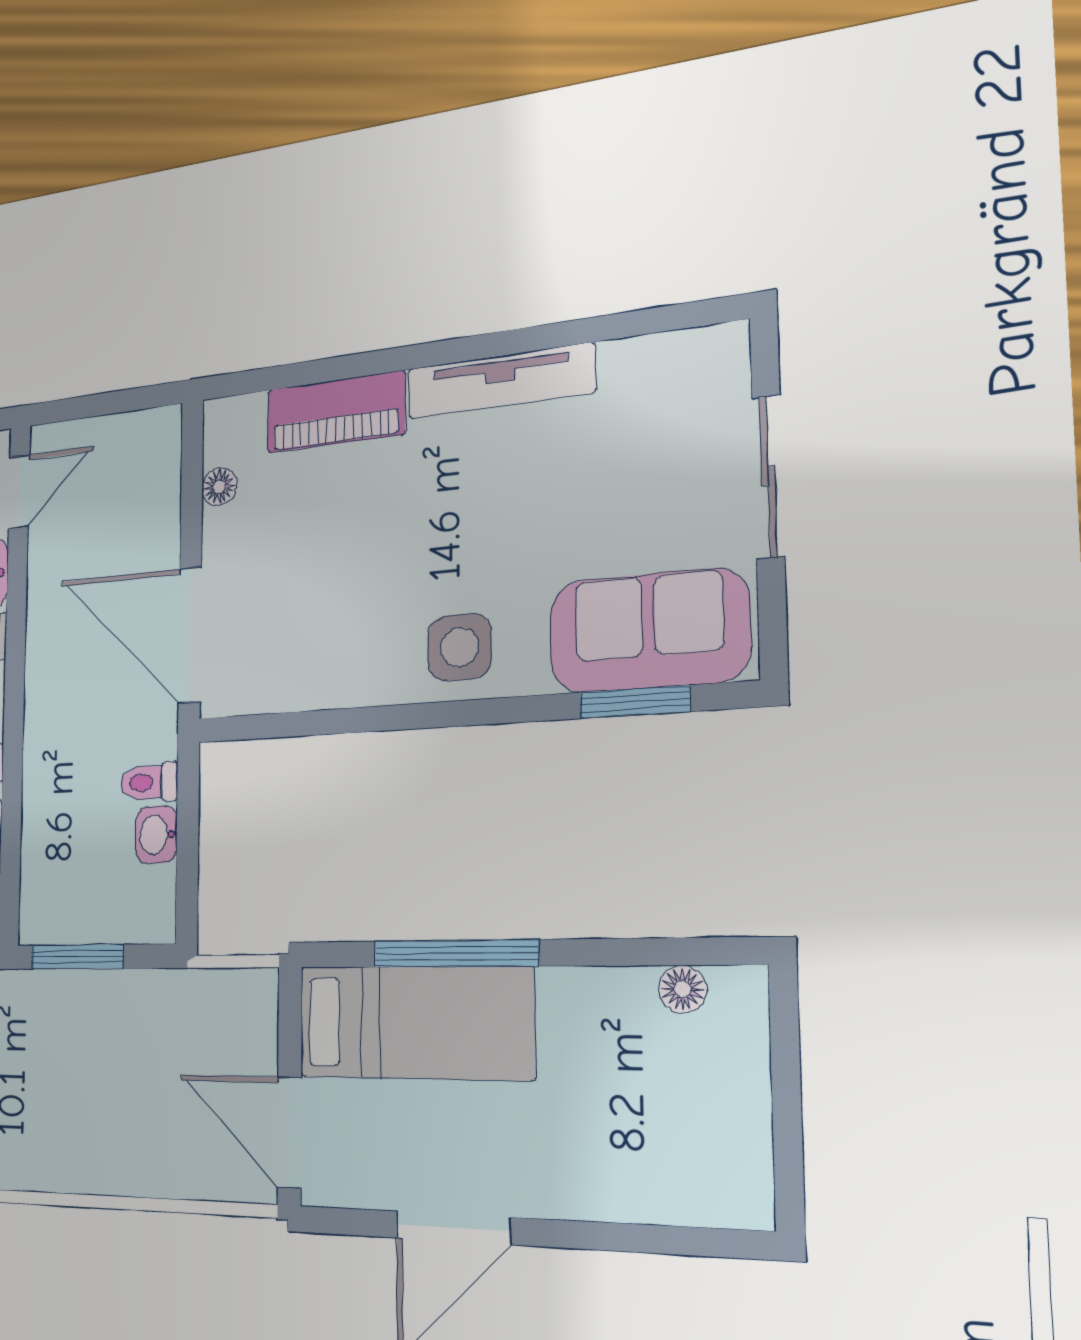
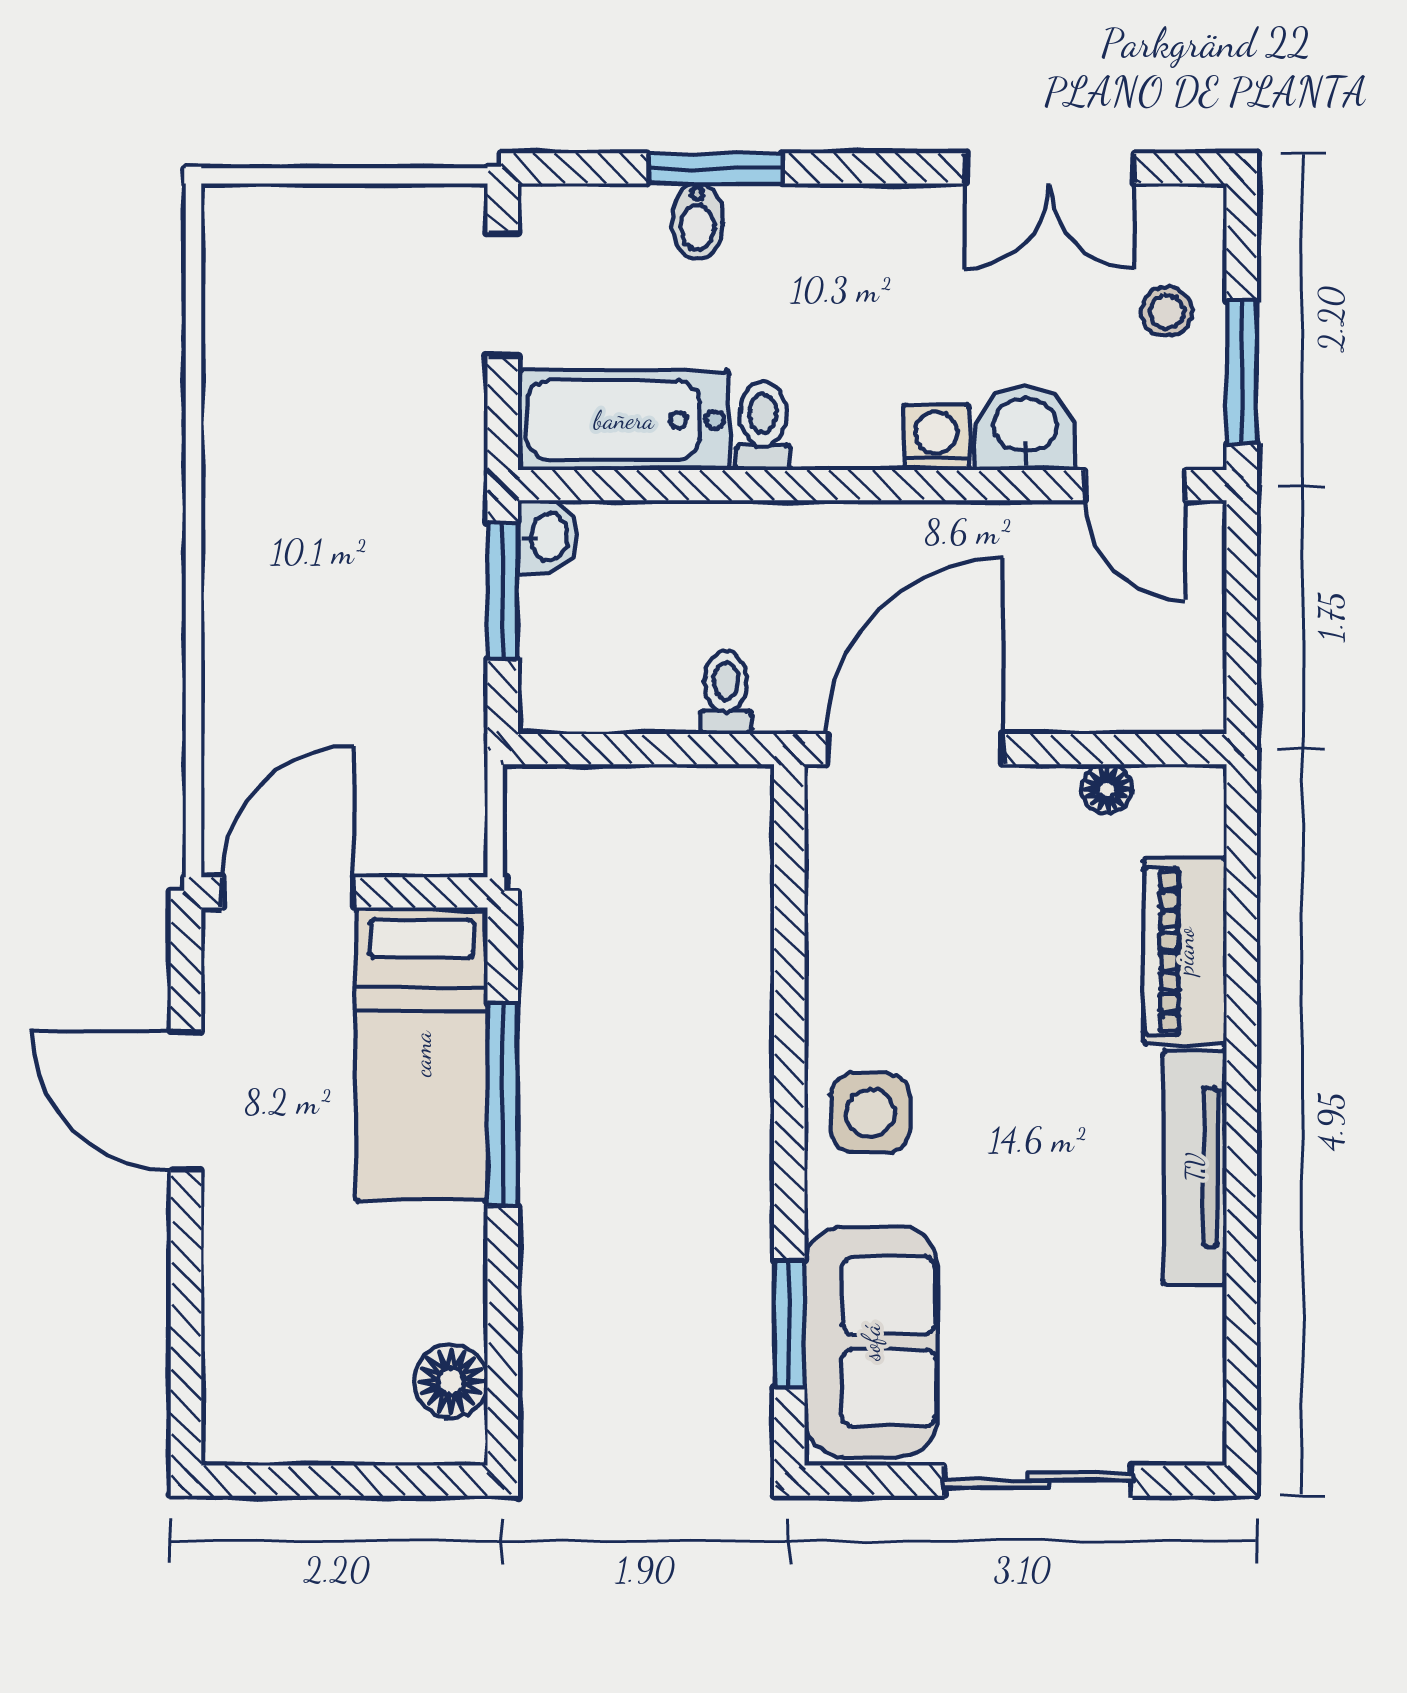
washbasin: (156, 835) -> (548, 537), moved, turned 90
floor lamp: (683, 989) -> (451, 1381), width x1.37, depth x1.37

